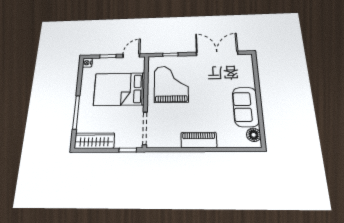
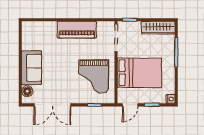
sofa: (246, 107) -> (32, 68), moved
floor lamp: (254, 135) -> (27, 91), moved
piano: (199, 140) -> (77, 30), width x1.37, depth x1.33

